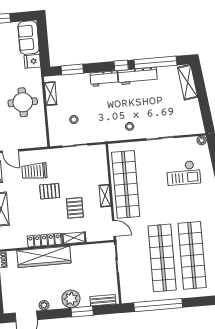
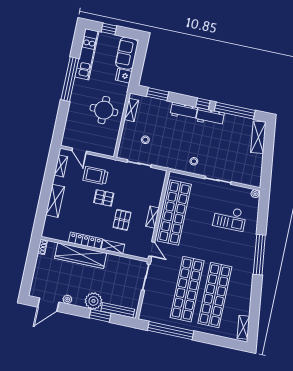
workbench: (138, 76) -> (210, 117), width x0.73
bench: (103, 300) -> (118, 310), width x1.36

